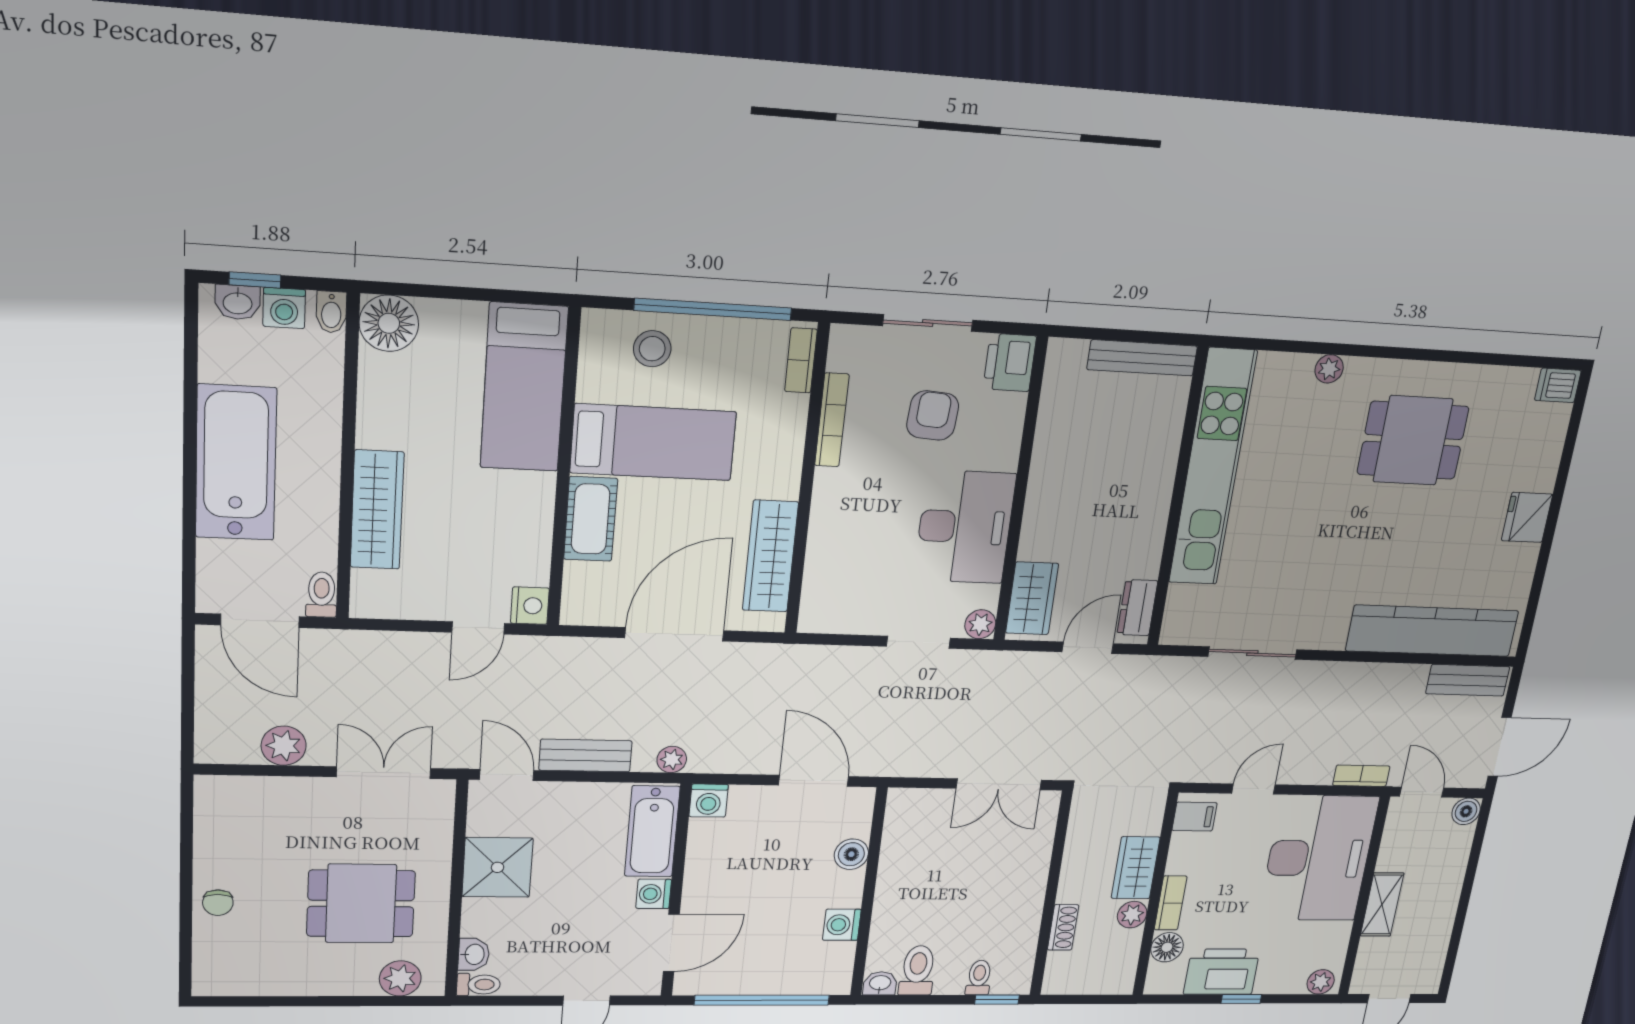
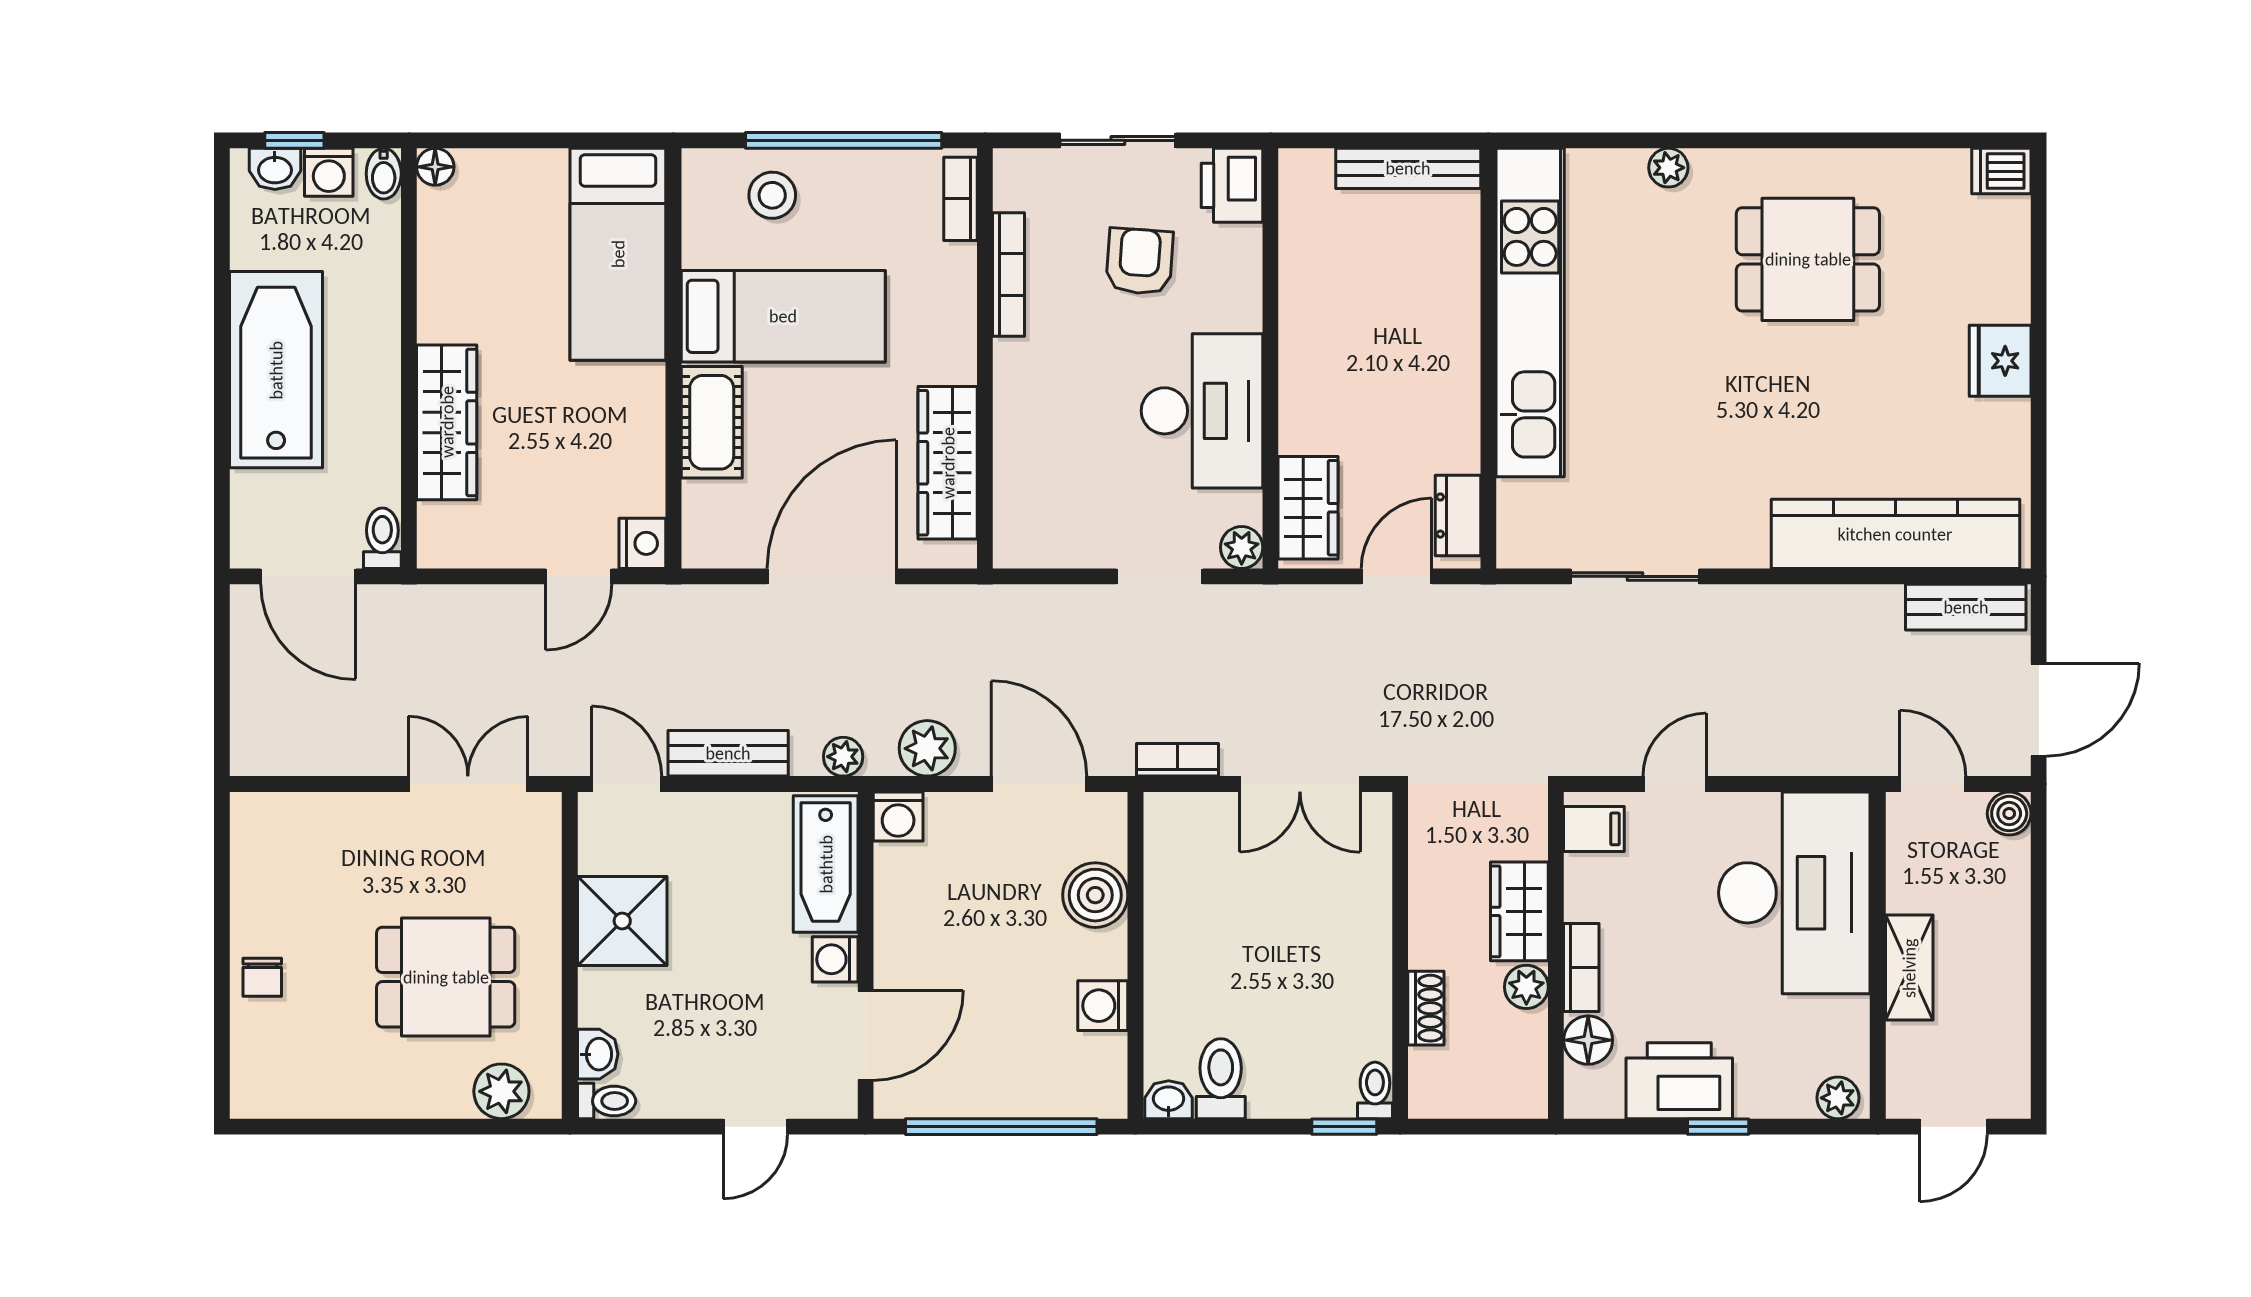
floor lamp: (389, 323) -> (435, 167), width x0.53, depth x0.53
plant: (284, 746) -> (927, 748), moved
bookcase: (1361, 776) -> (1178, 760), moved
boiler: (851, 854) -> (1095, 895), width x1.36, depth x1.36
toilet: (979, 978) -> (1375, 1090), moved

